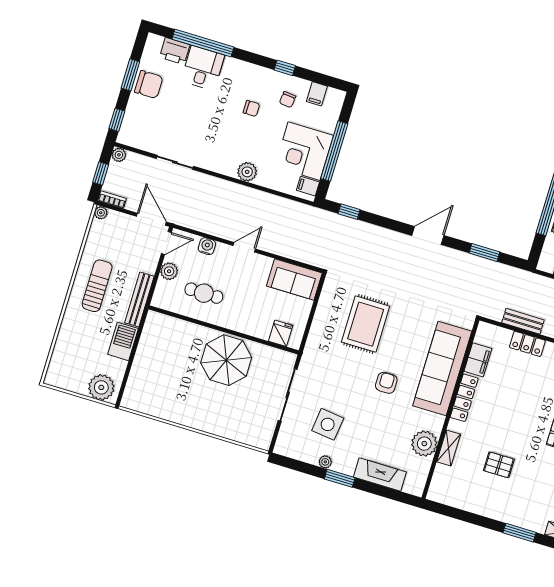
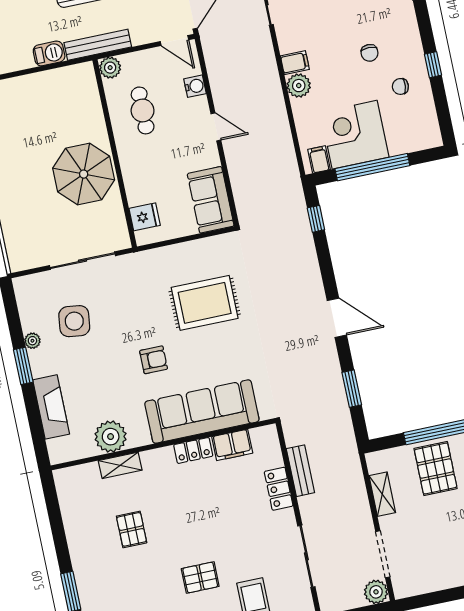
filing cabinet: (317, 94) -> (295, 63), moved, turned 180
plant: (169, 271) -> (110, 68), moved
barbecue: (123, 341) -> (49, 53), width x0.73, depth x0.79
locker: (464, 398) -> (193, 450), width x0.66

